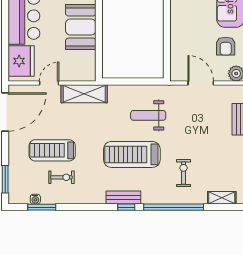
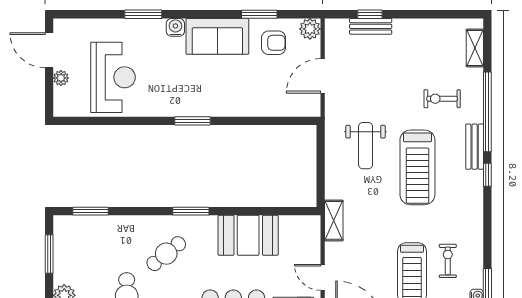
shelving: (84, 94) -> (334, 220), width x0.67, depth x0.75
bench: (123, 197) -> (475, 147), moved

